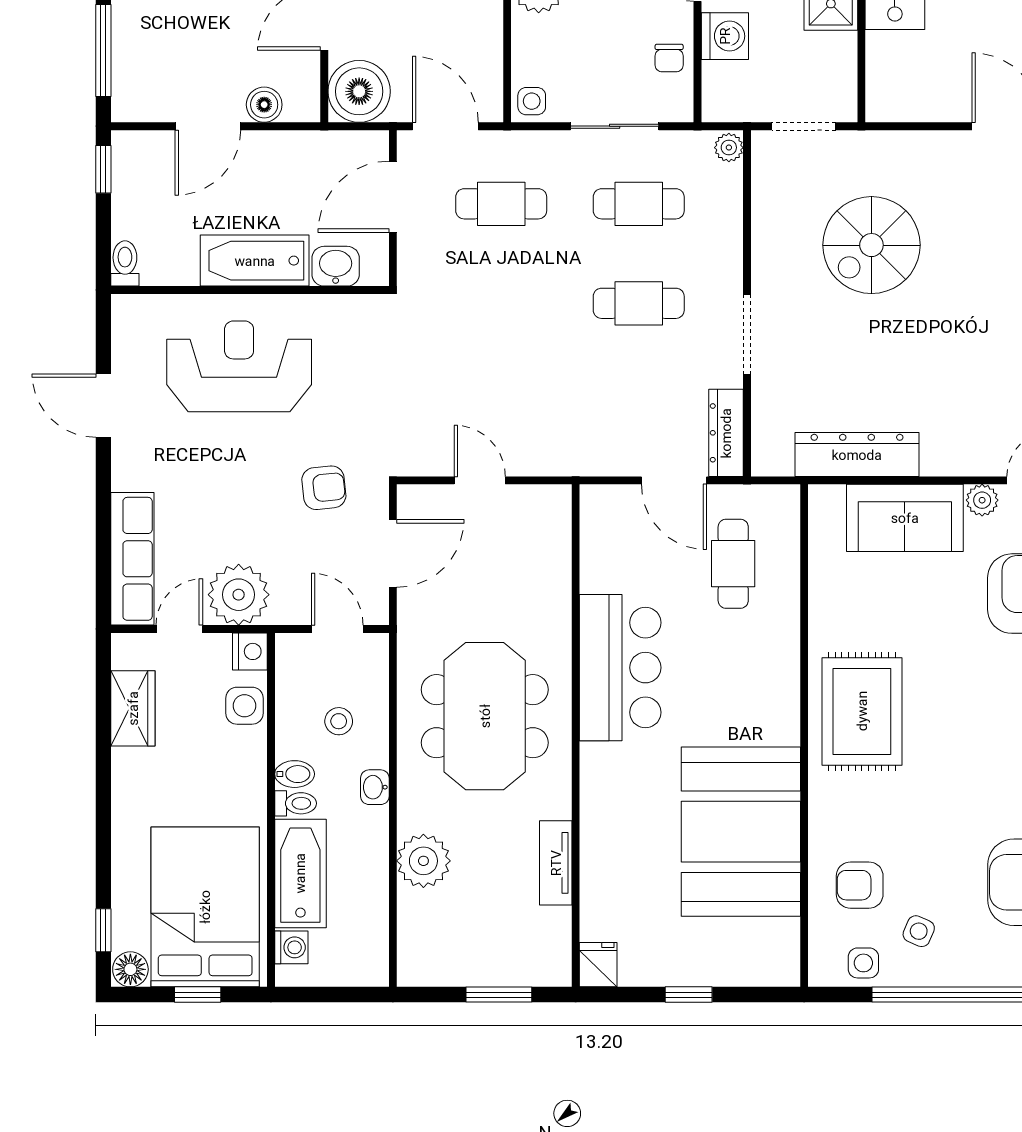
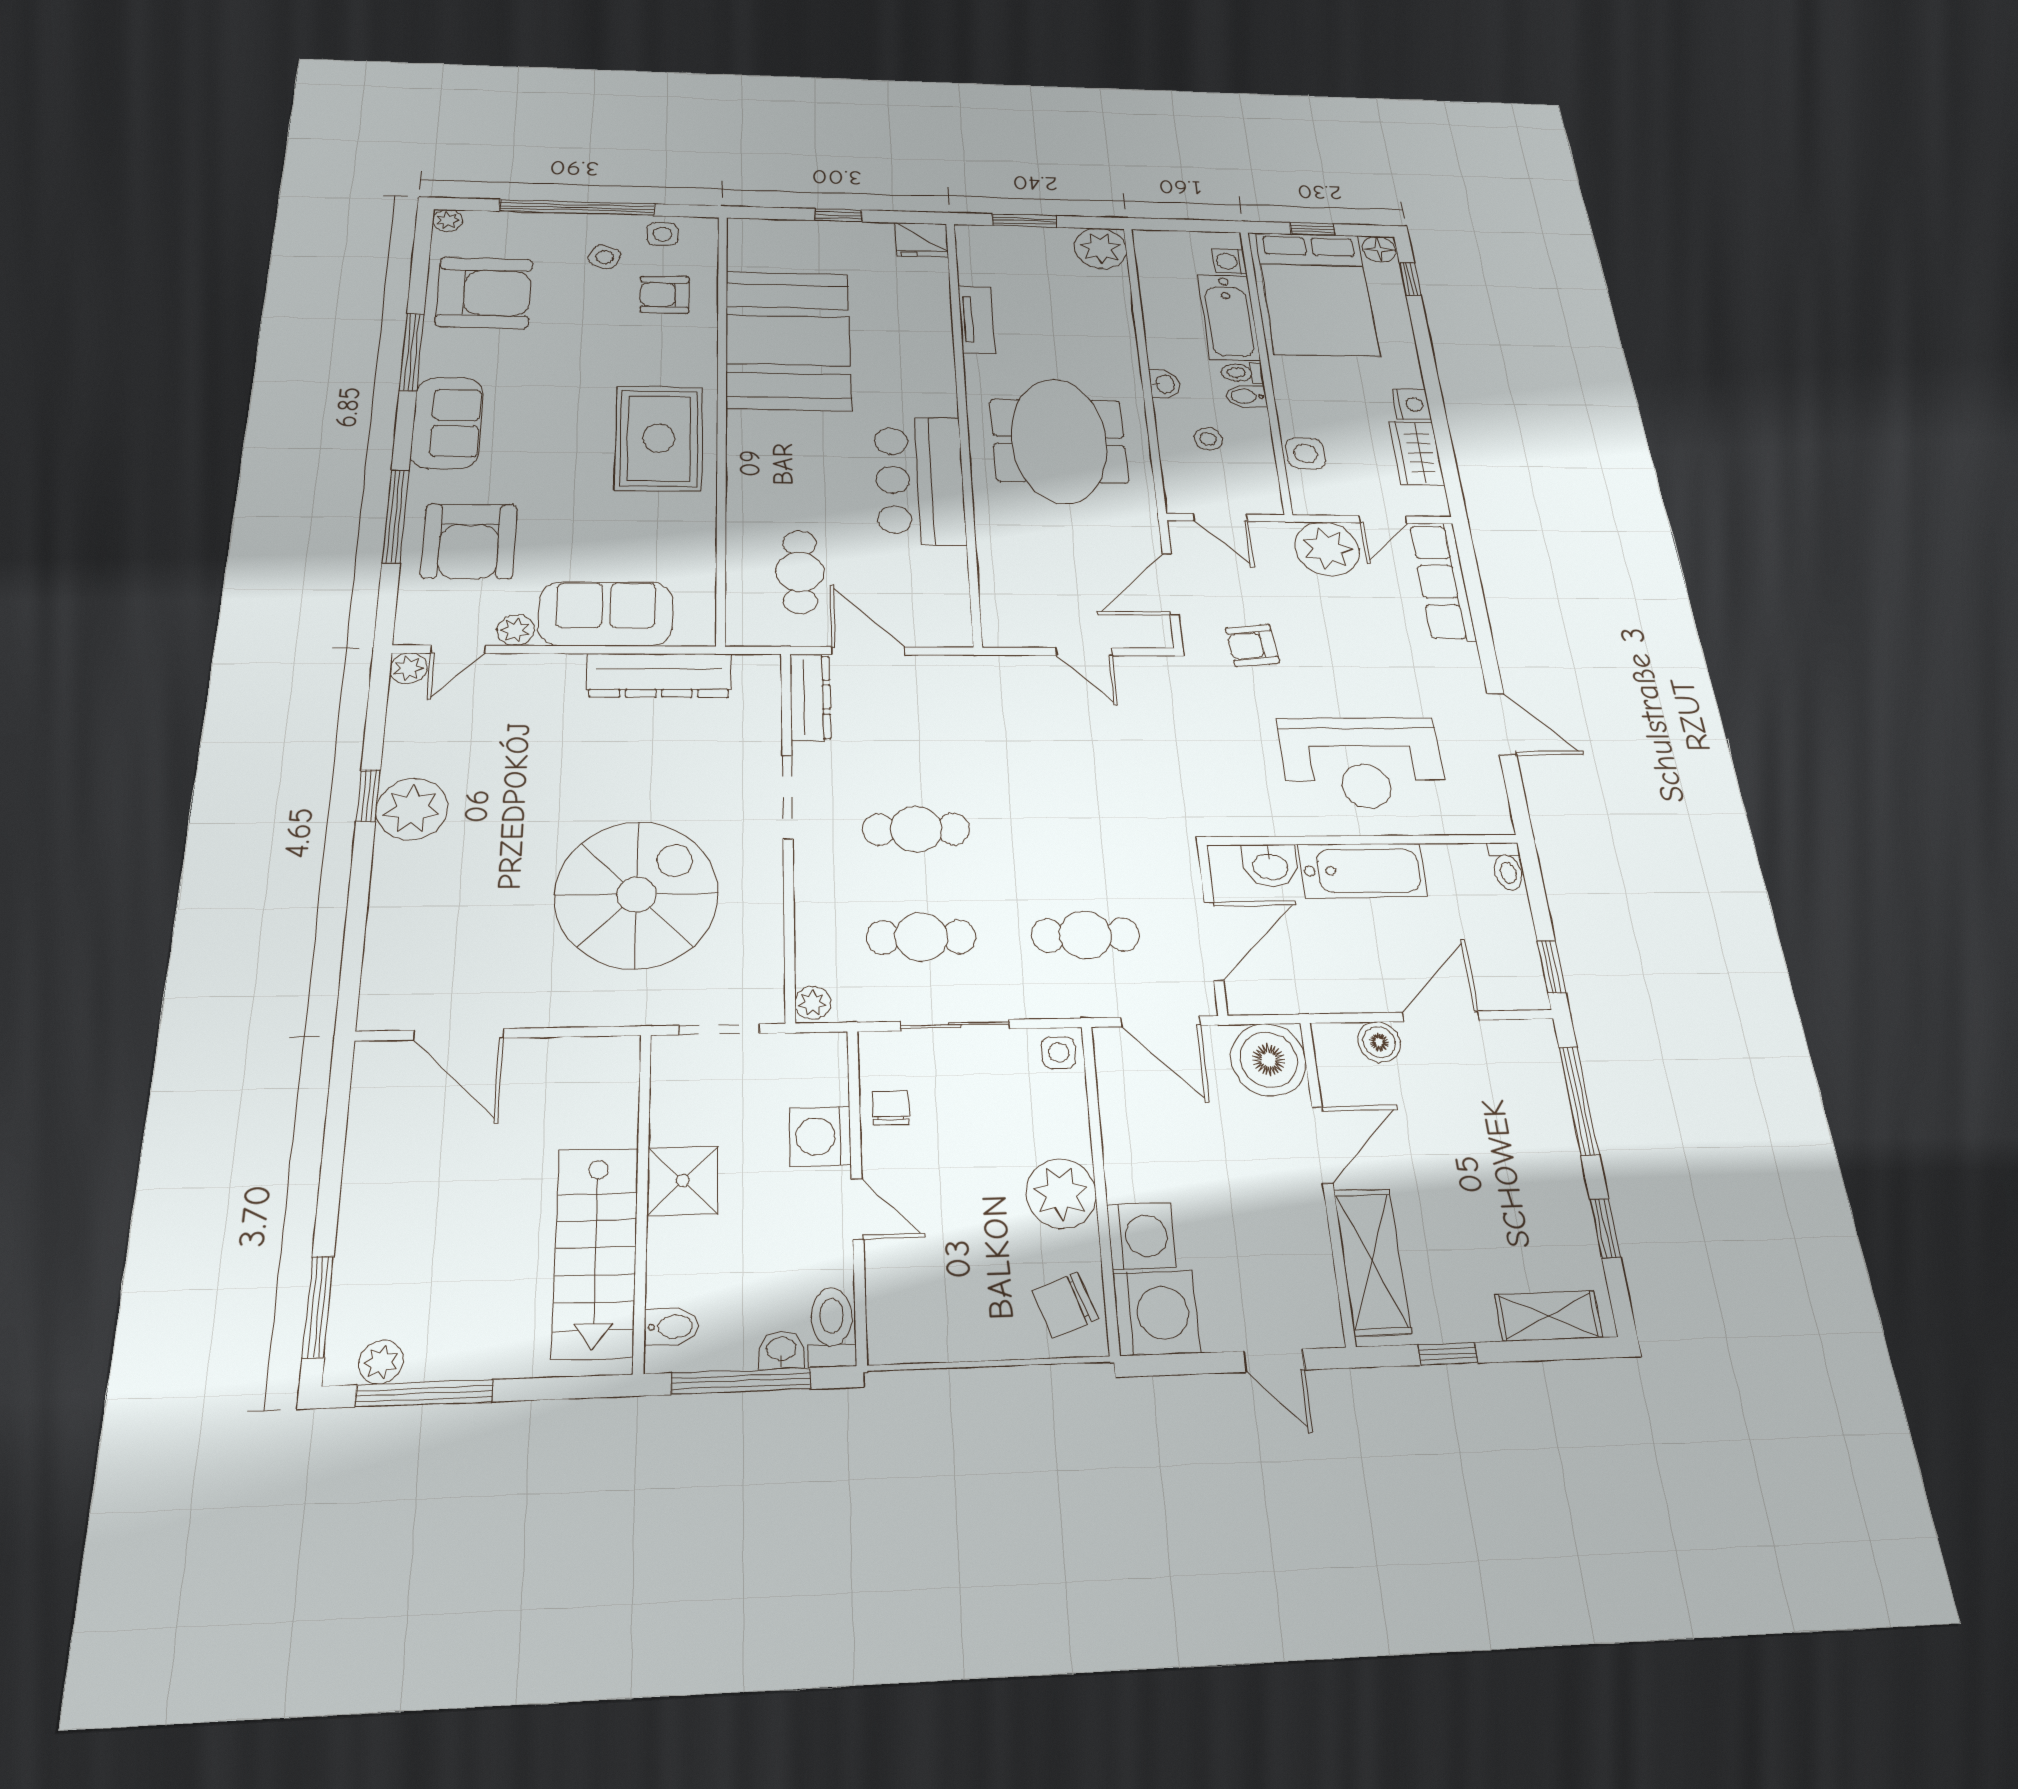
spiral stairs: (871, 245) -> (637, 895), width x1.37, depth x1.37
nightstand: (250, 651) -> (1412, 404), moved, turned 180
plant: (423, 861) -> (1100, 248), moved
armchair: (860, 885) -> (665, 295), turned 180
fridge: (598, 965) -> (922, 240), width x1.38

